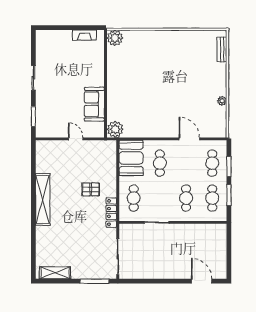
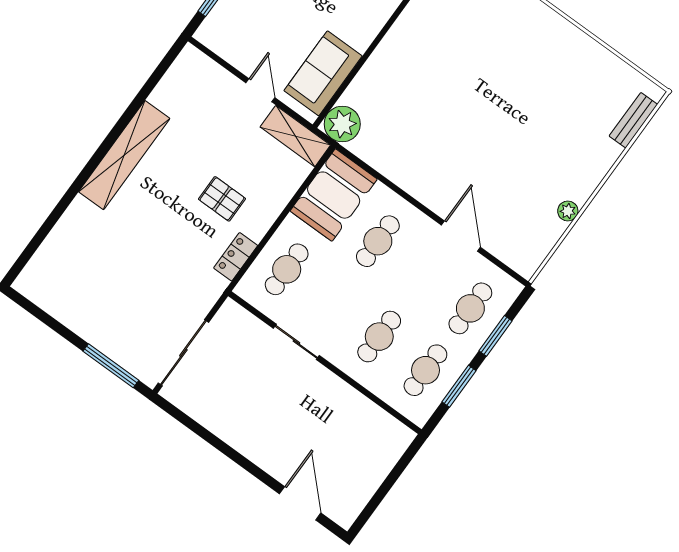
sofa: (94, 104) -> (323, 73), moved
locker: (111, 213) -> (236, 257), width x0.66
shelving: (55, 273) -> (295, 136), moved

